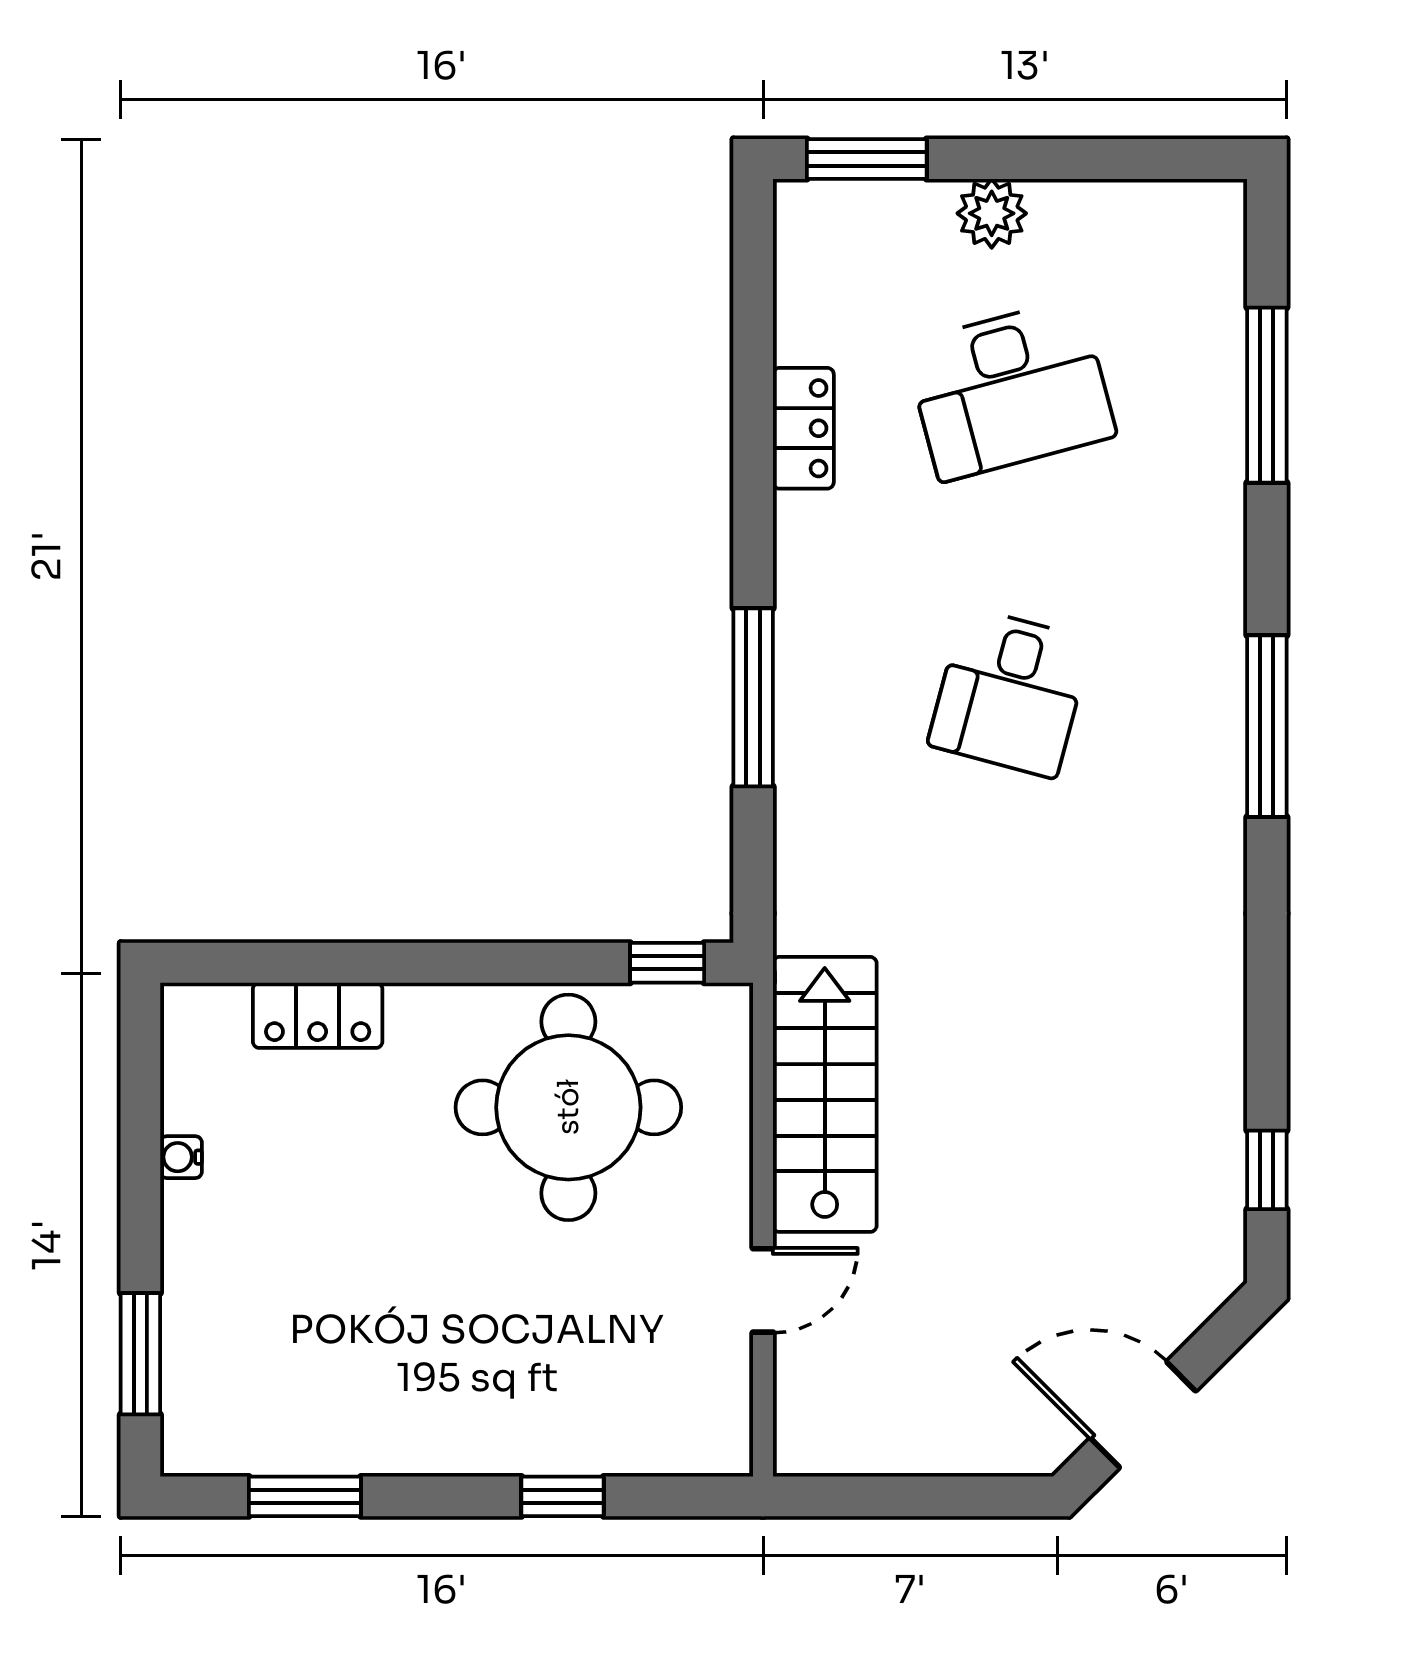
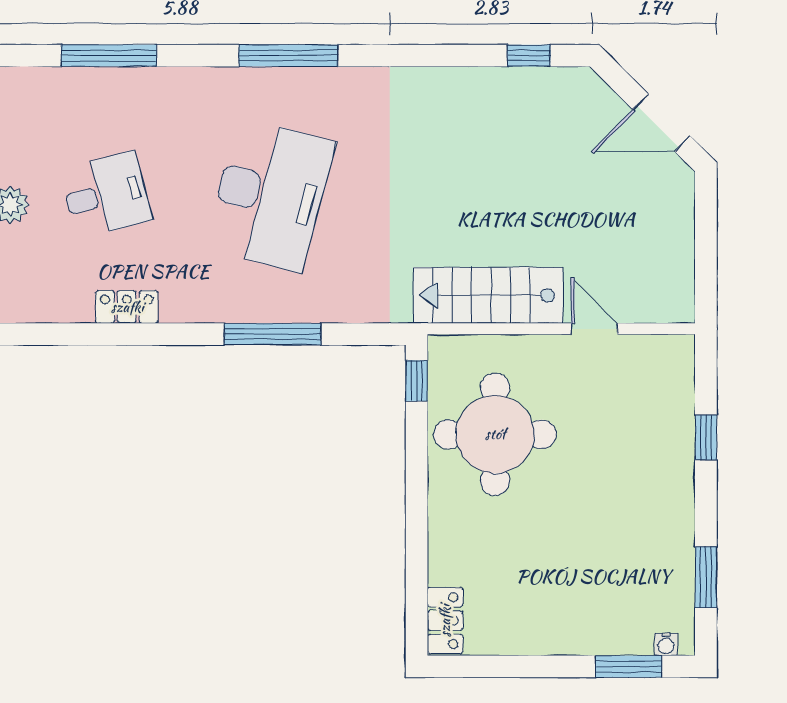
desk: (1010, 390) -> (106, 195), width x0.73
desk: (1010, 692) -> (270, 195), width x1.87, depth x1.30
locker: (318, 1015) -> (445, 621), moved
water cooler: (181, 1157) -> (666, 644), moved
door: (1143, 1415) -> (662, 123), hinge flipped

